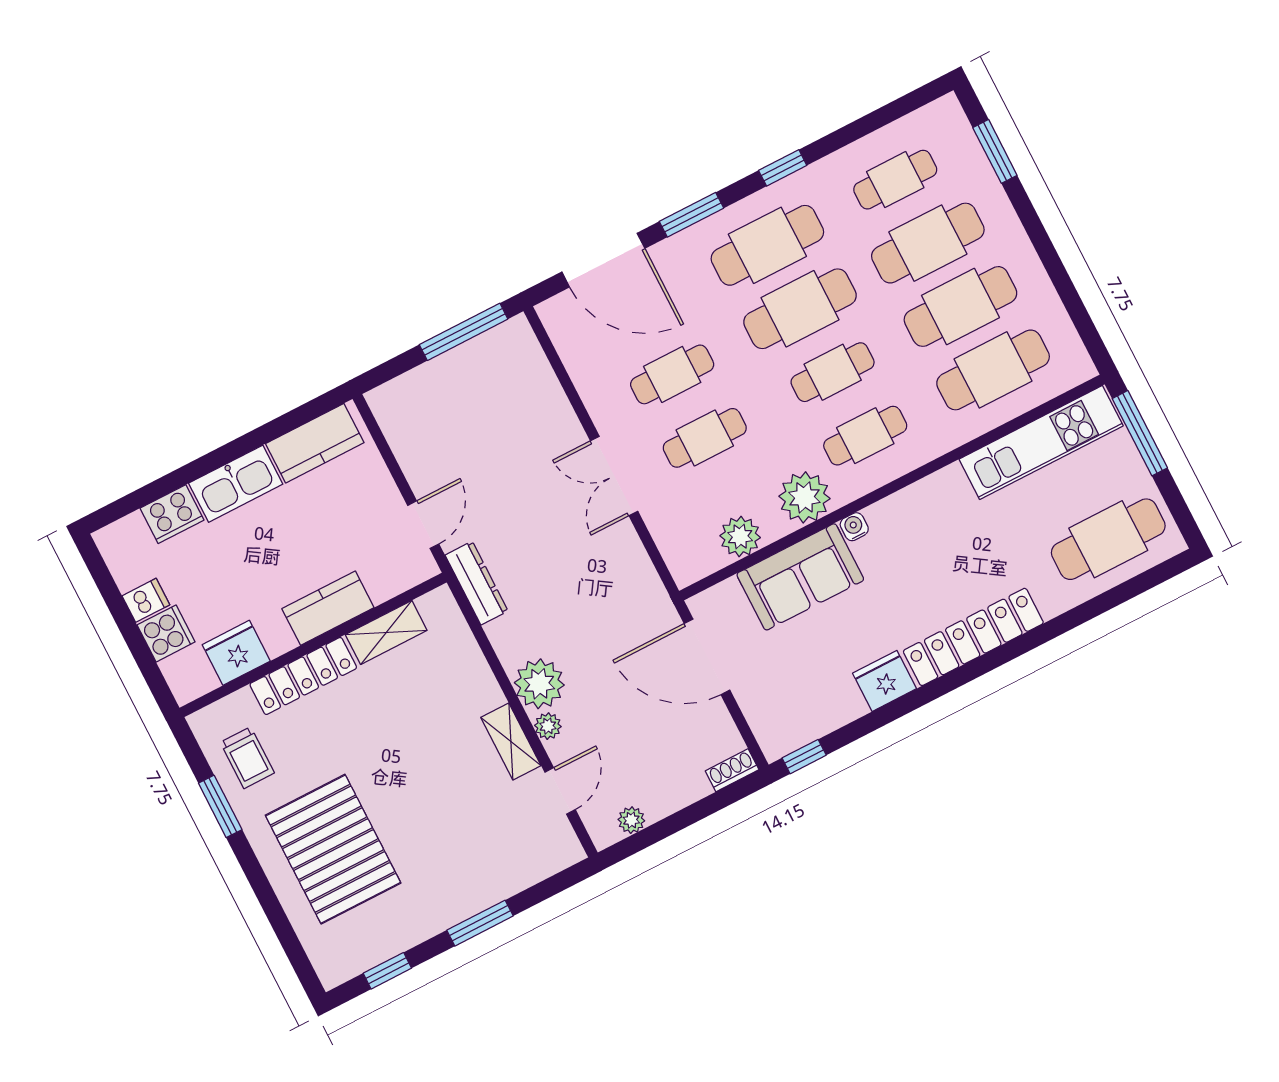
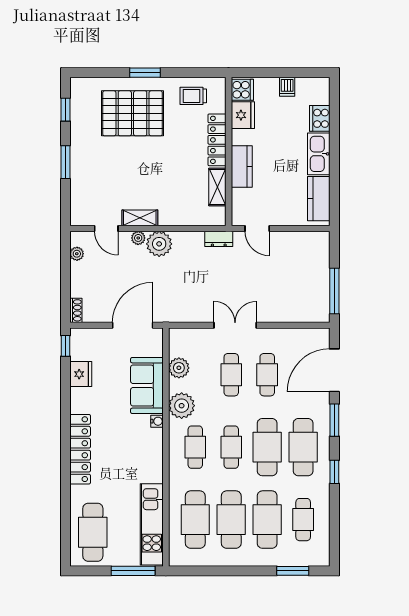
dresser: (477, 583) -> (219, 239), width x0.70
cooker: (166, 633) -> (242, 90), moved, turned -90
fridge: (885, 681) -> (81, 374), moved
window: (220, 806) -> (145, 73), moved

